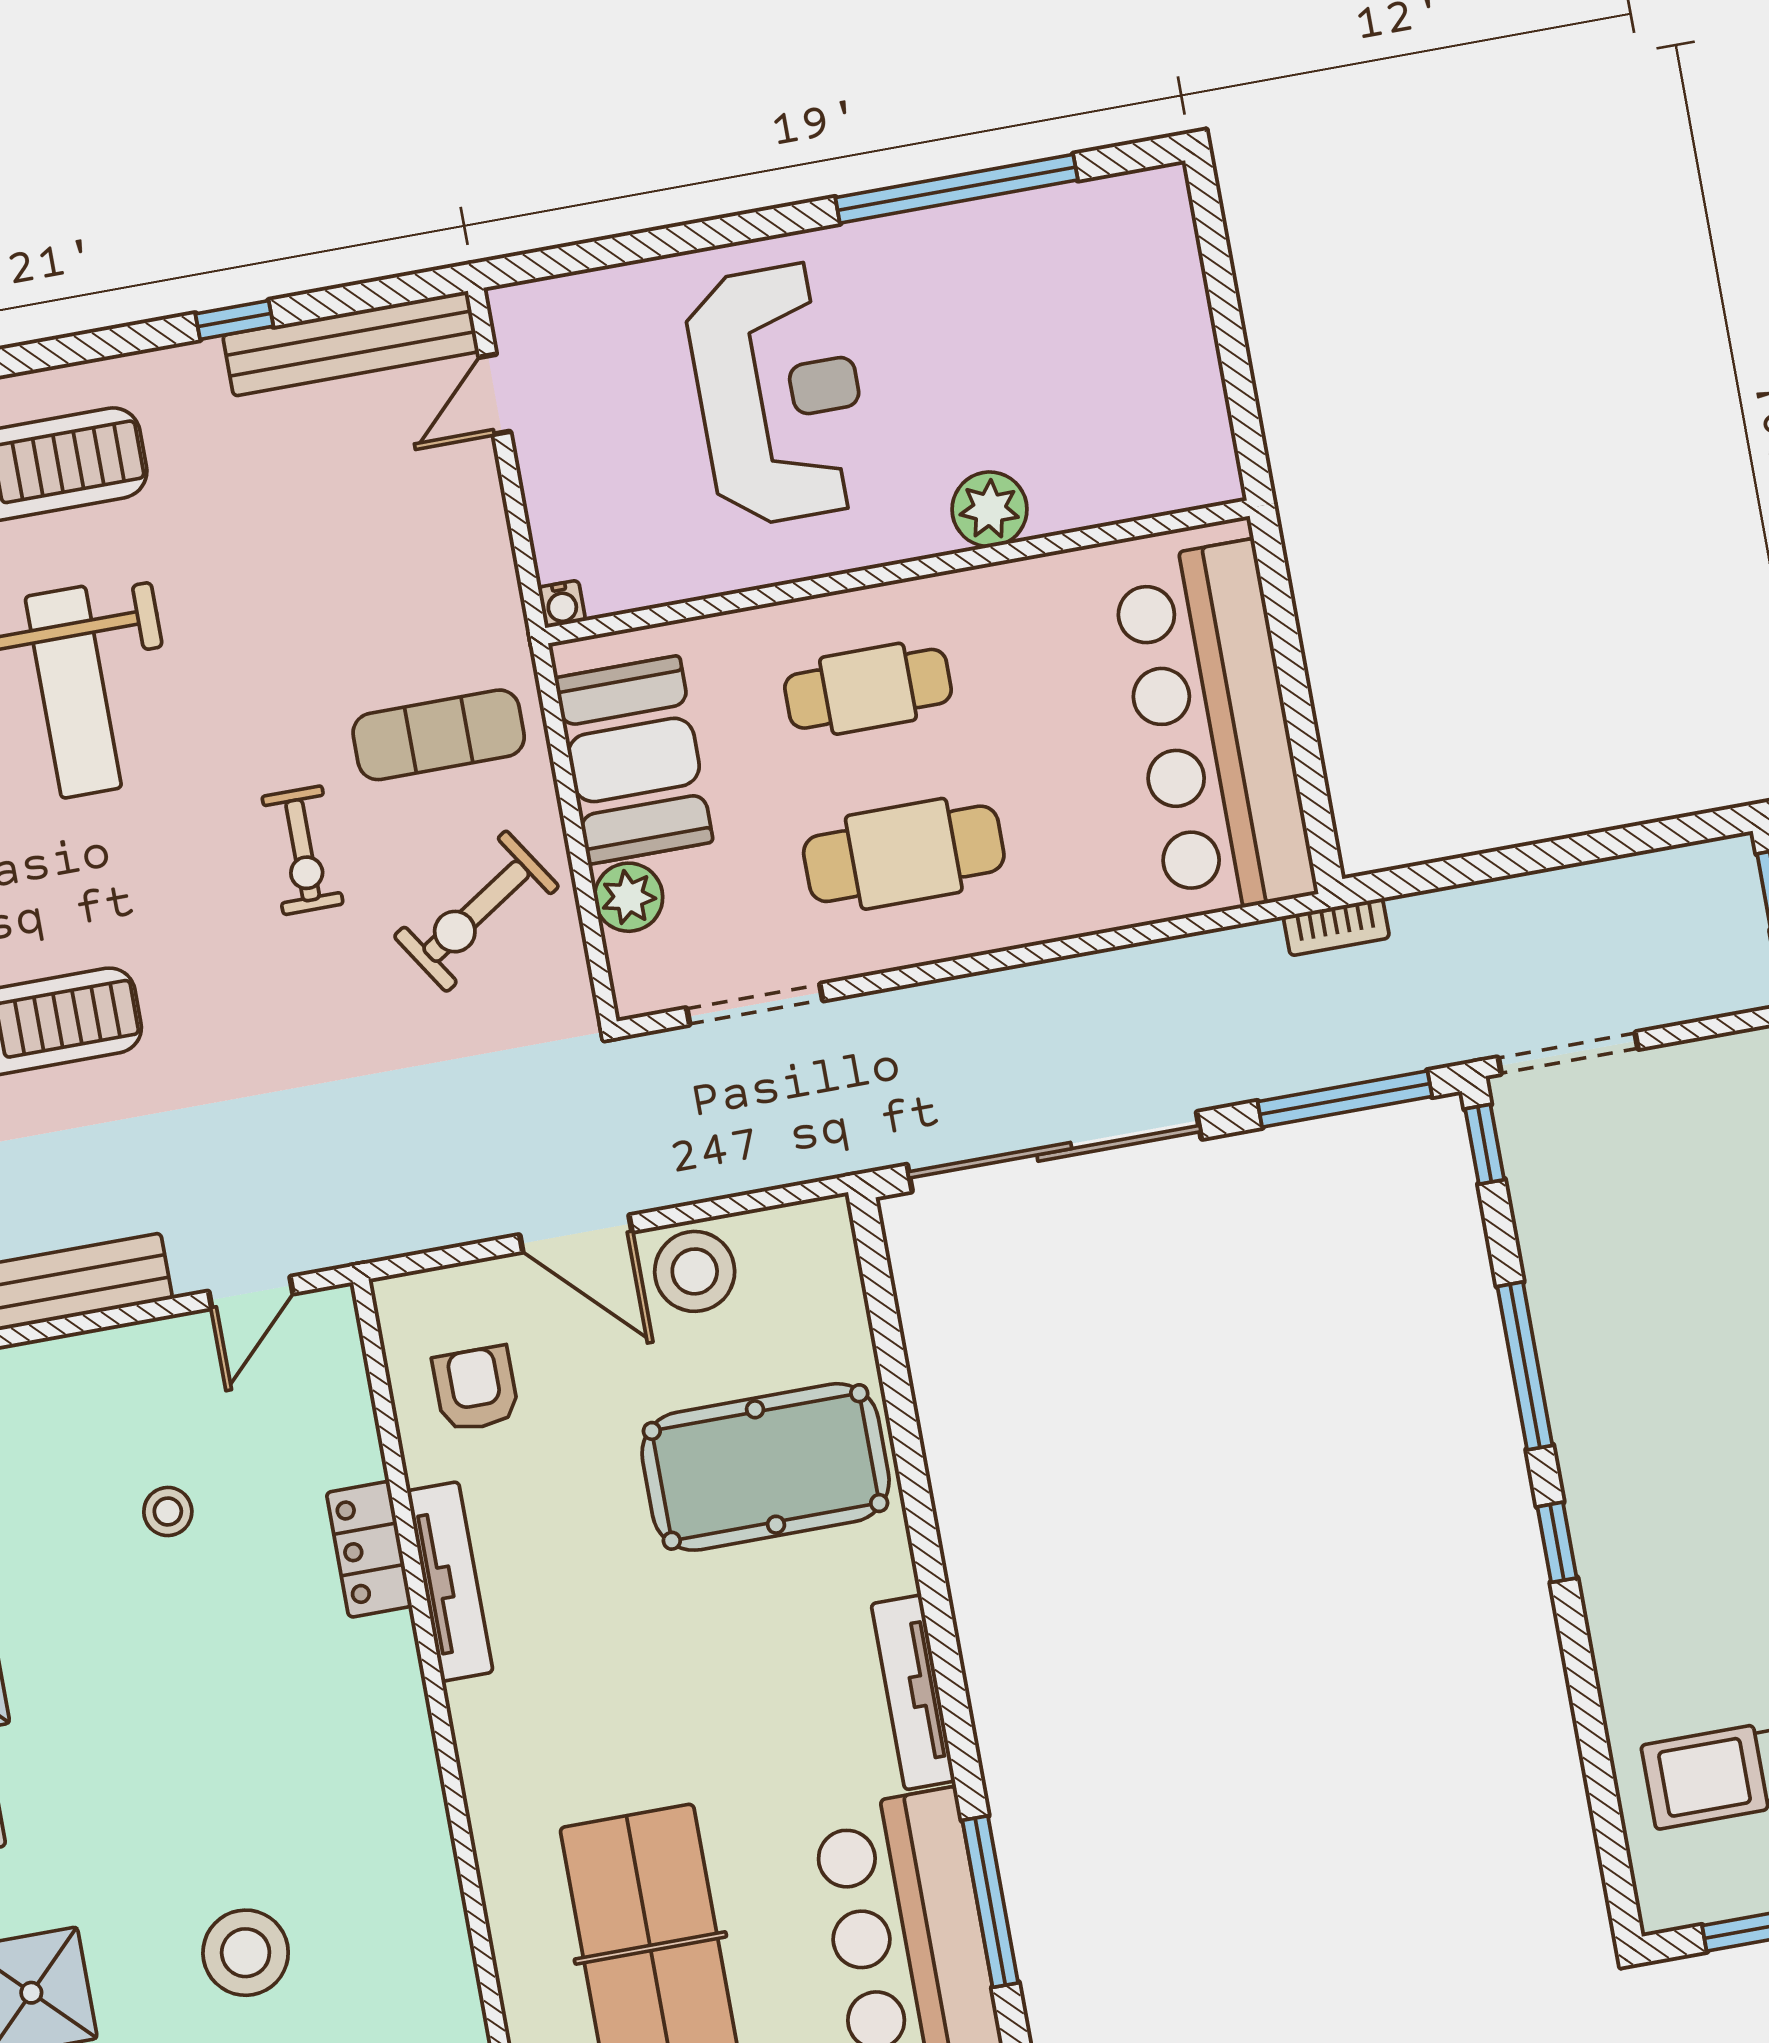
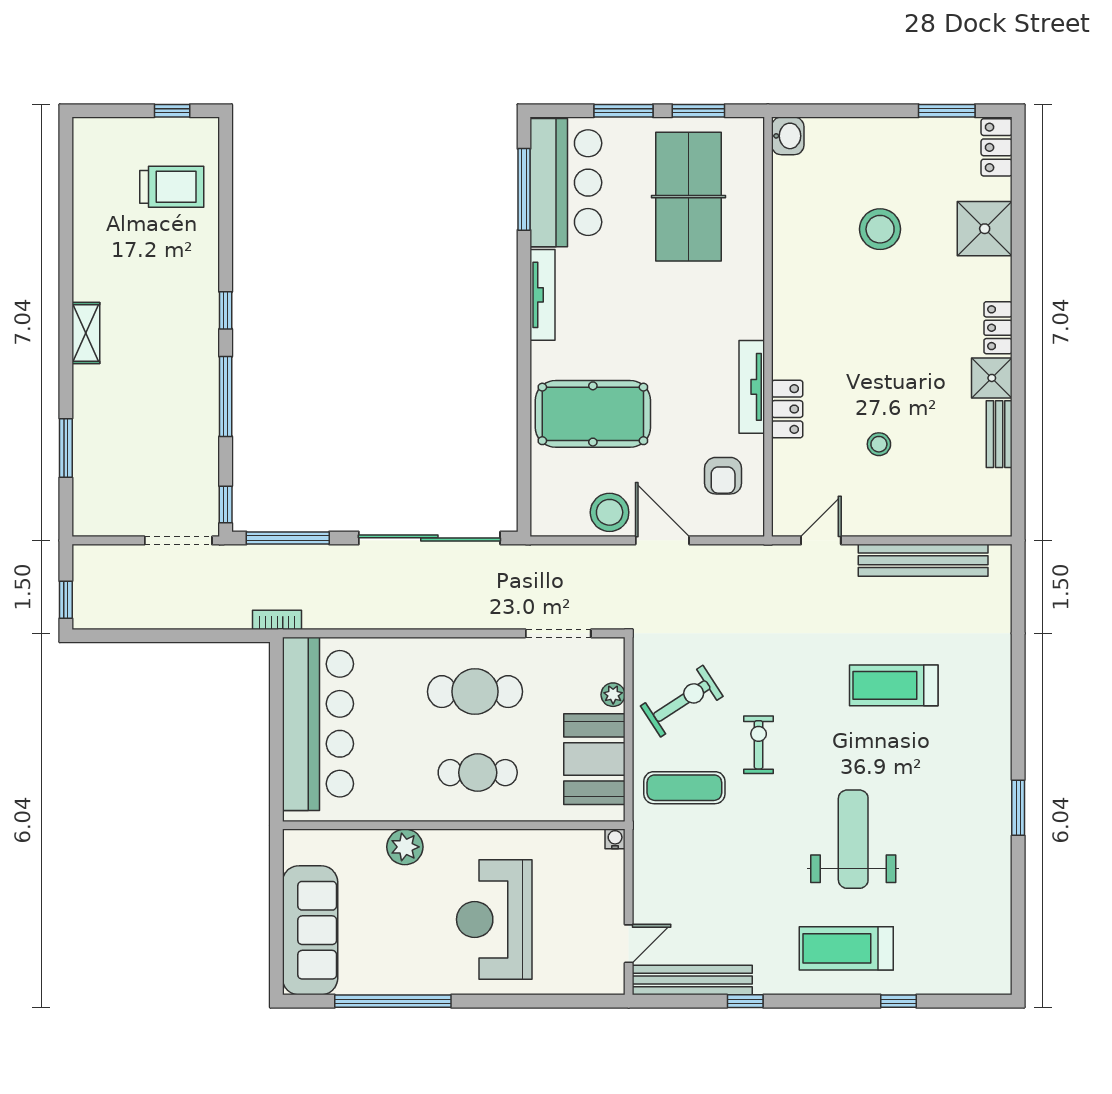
sofa: (1153, 303) -> (310, 930), added
plant: (629, 897) -> (613, 695), width x0.73, depth x0.73

